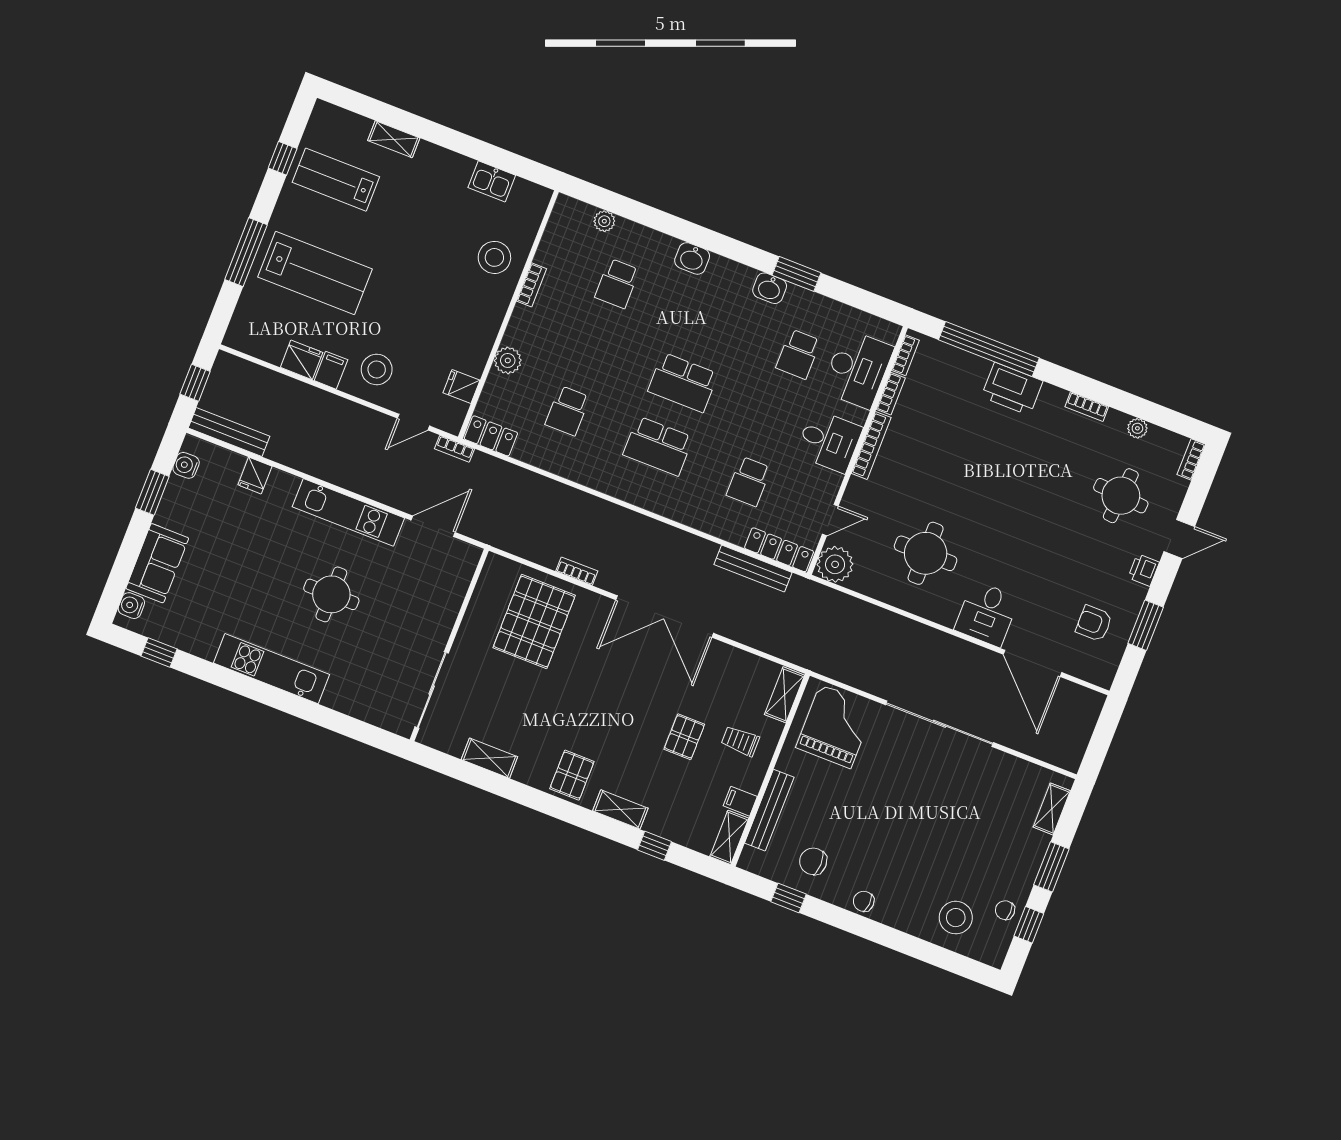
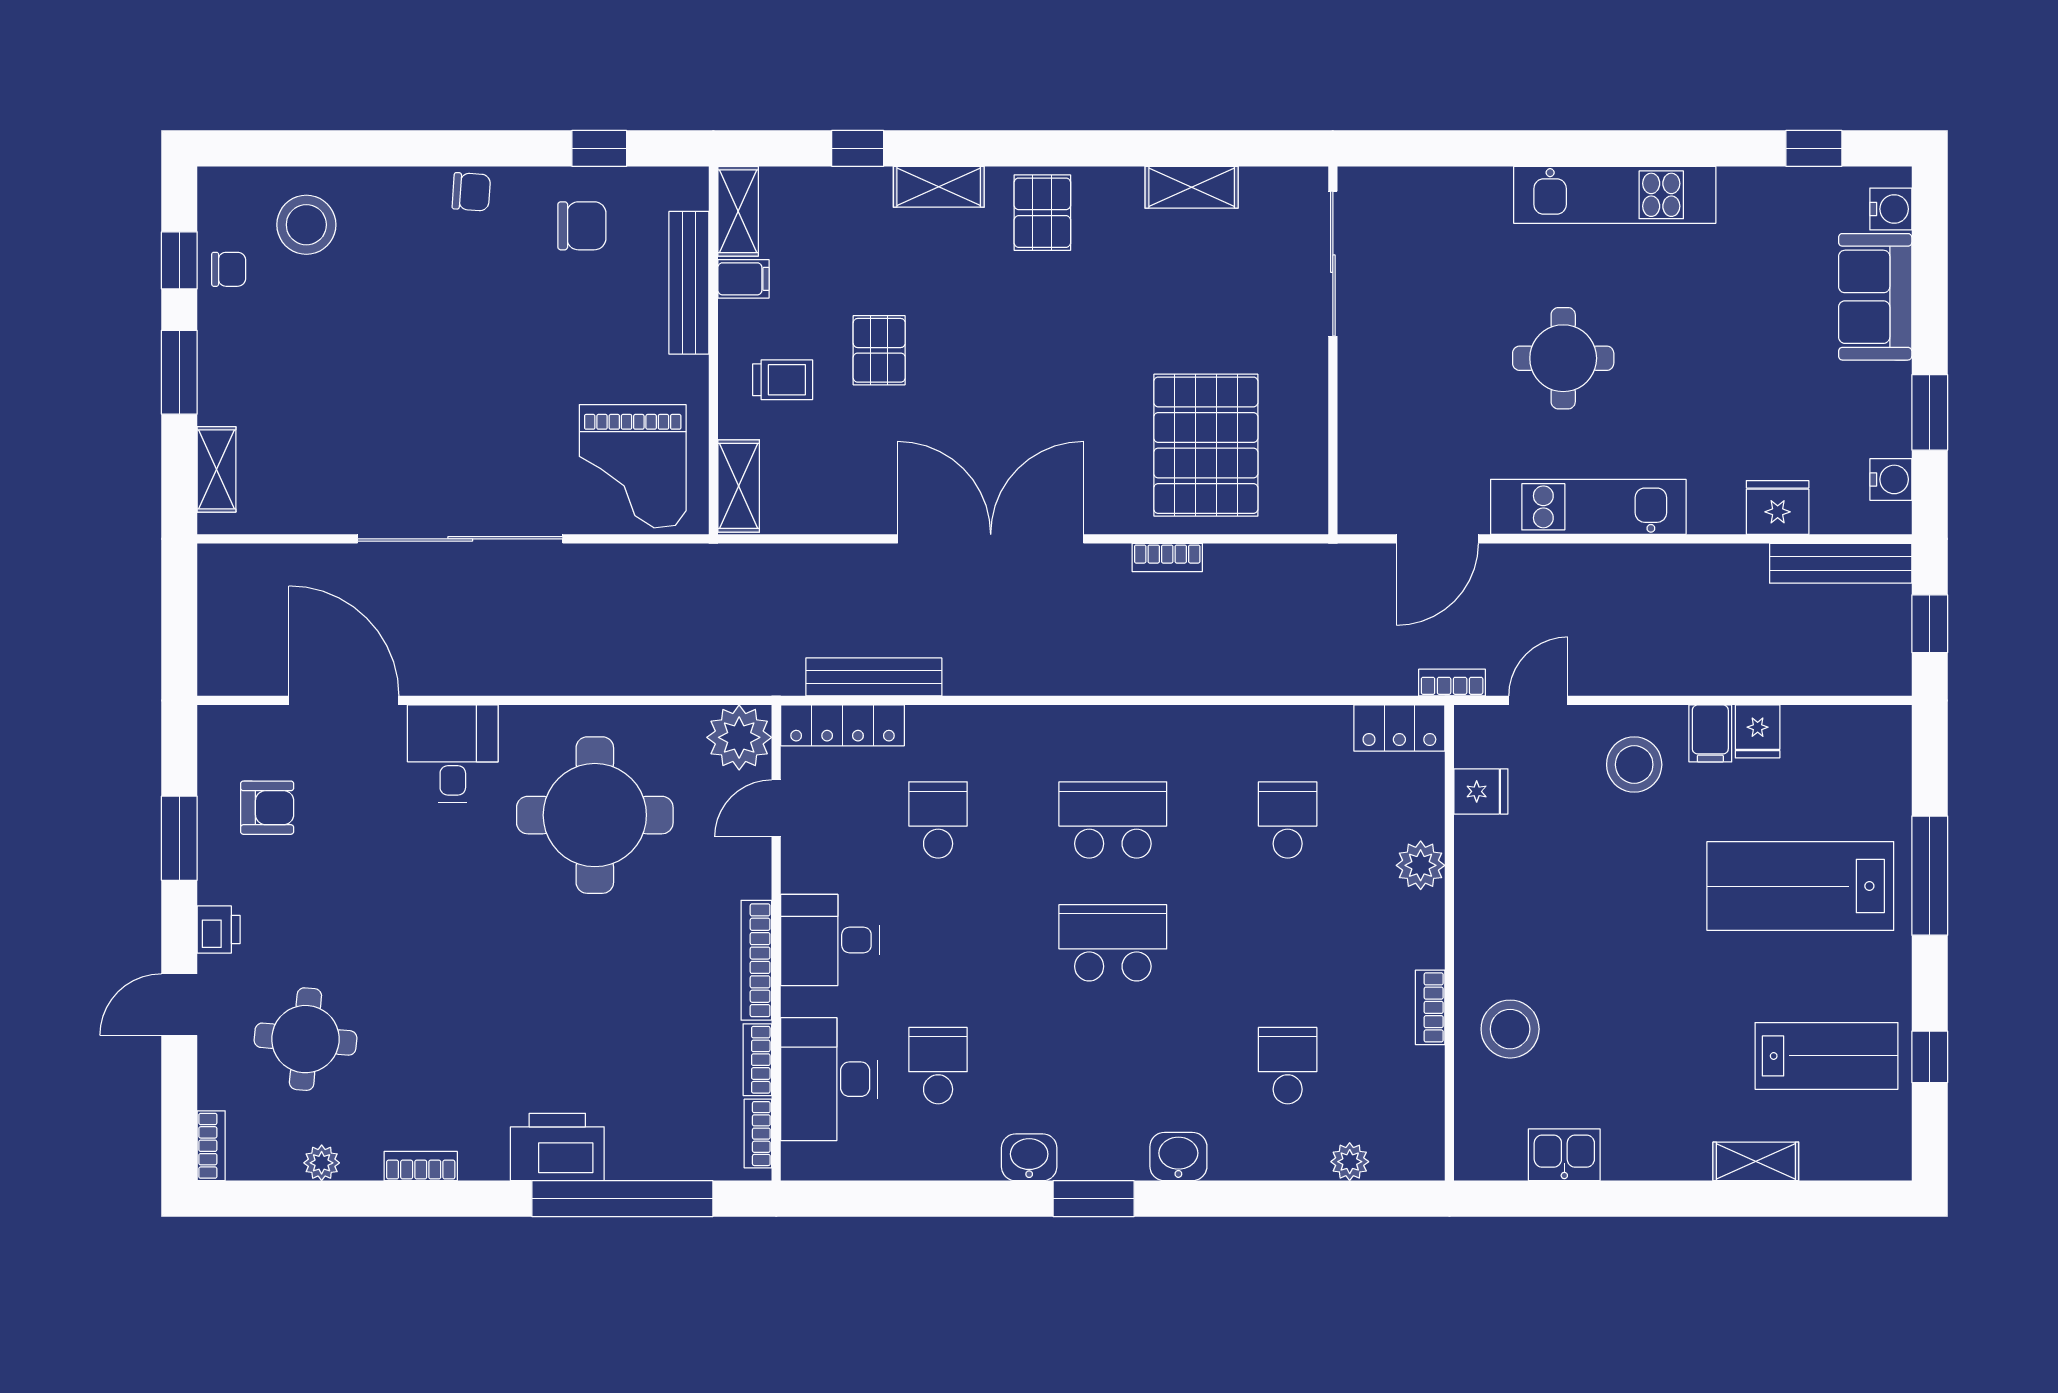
window: (796, 274) -> (1094, 1199), moved
fridge: (302, 360) -> (1758, 731), width x0.72
fridge: (255, 475) -> (1778, 507), width x1.38
round table: (926, 553) -> (595, 815), width x1.36, depth x1.36

